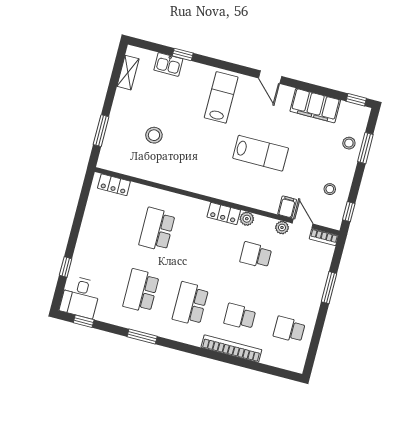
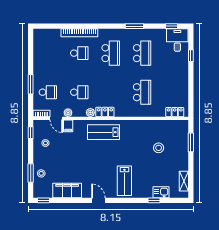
lab bench: (261, 153) -> (104, 132), moved
school desk: (289, 329) -> (48, 92), moved

